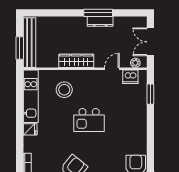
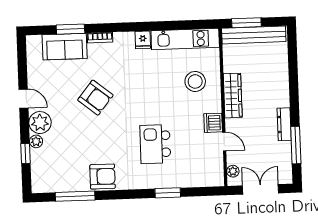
window: (98, 13) -> (296, 145), moved
dishwasher: (130, 77) -> (213, 123), moved
window: (150, 94) -> (168, 193), moved
kitchen island: (89, 120) -> (155, 144), moved

